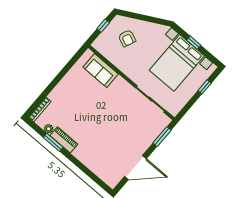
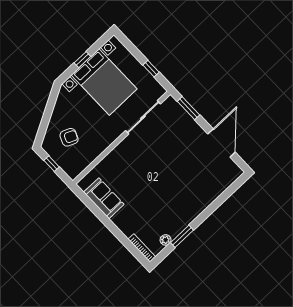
sofa: (101, 71) -> (104, 198), moved, turned -90
window: (205, 87) -> (151, 69), moved
piano: (64, 140) -> (180, 223), removed

